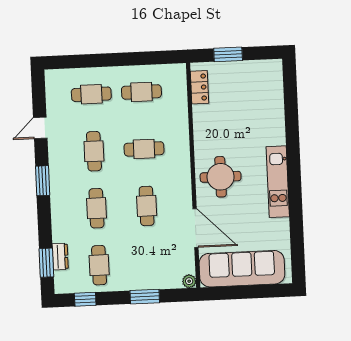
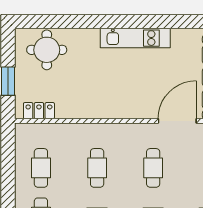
round table: (221, 177) -> (47, 50), moved
cafe table: (147, 206) -> (153, 168), turned 90

